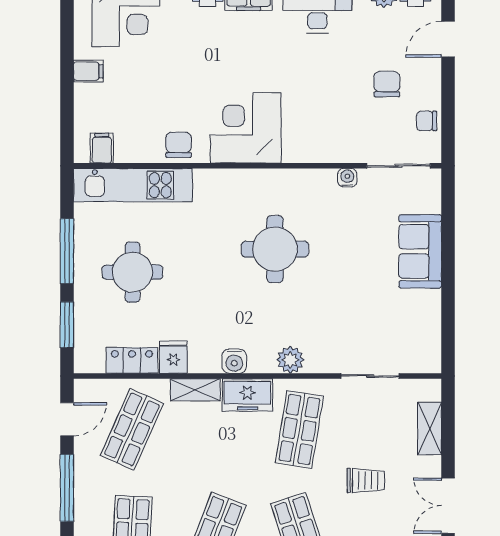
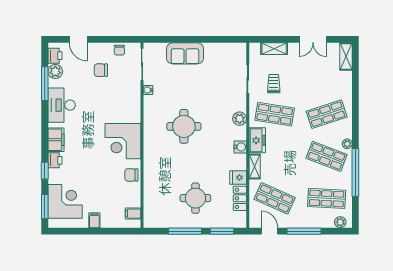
kitchen unit: (133, 185) -> (152, 198), removed
trolley: (366, 481) -> (274, 84), moved

